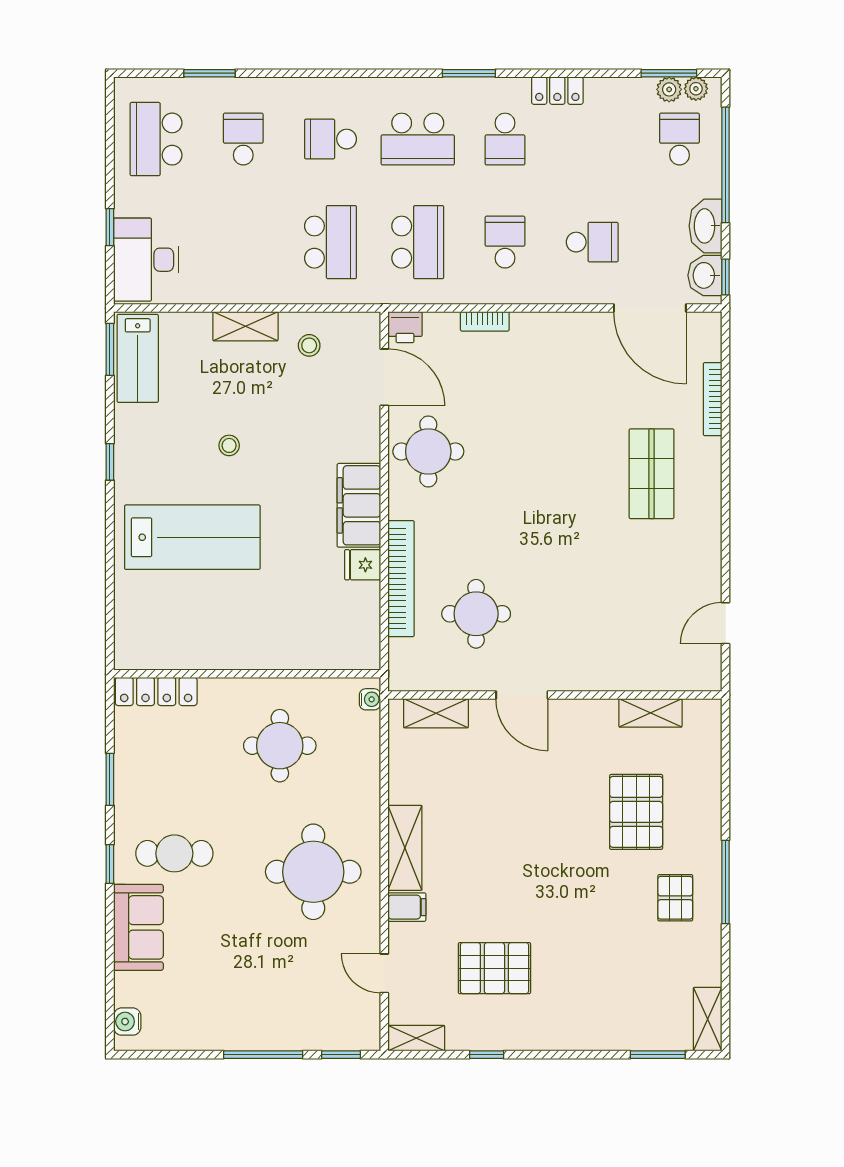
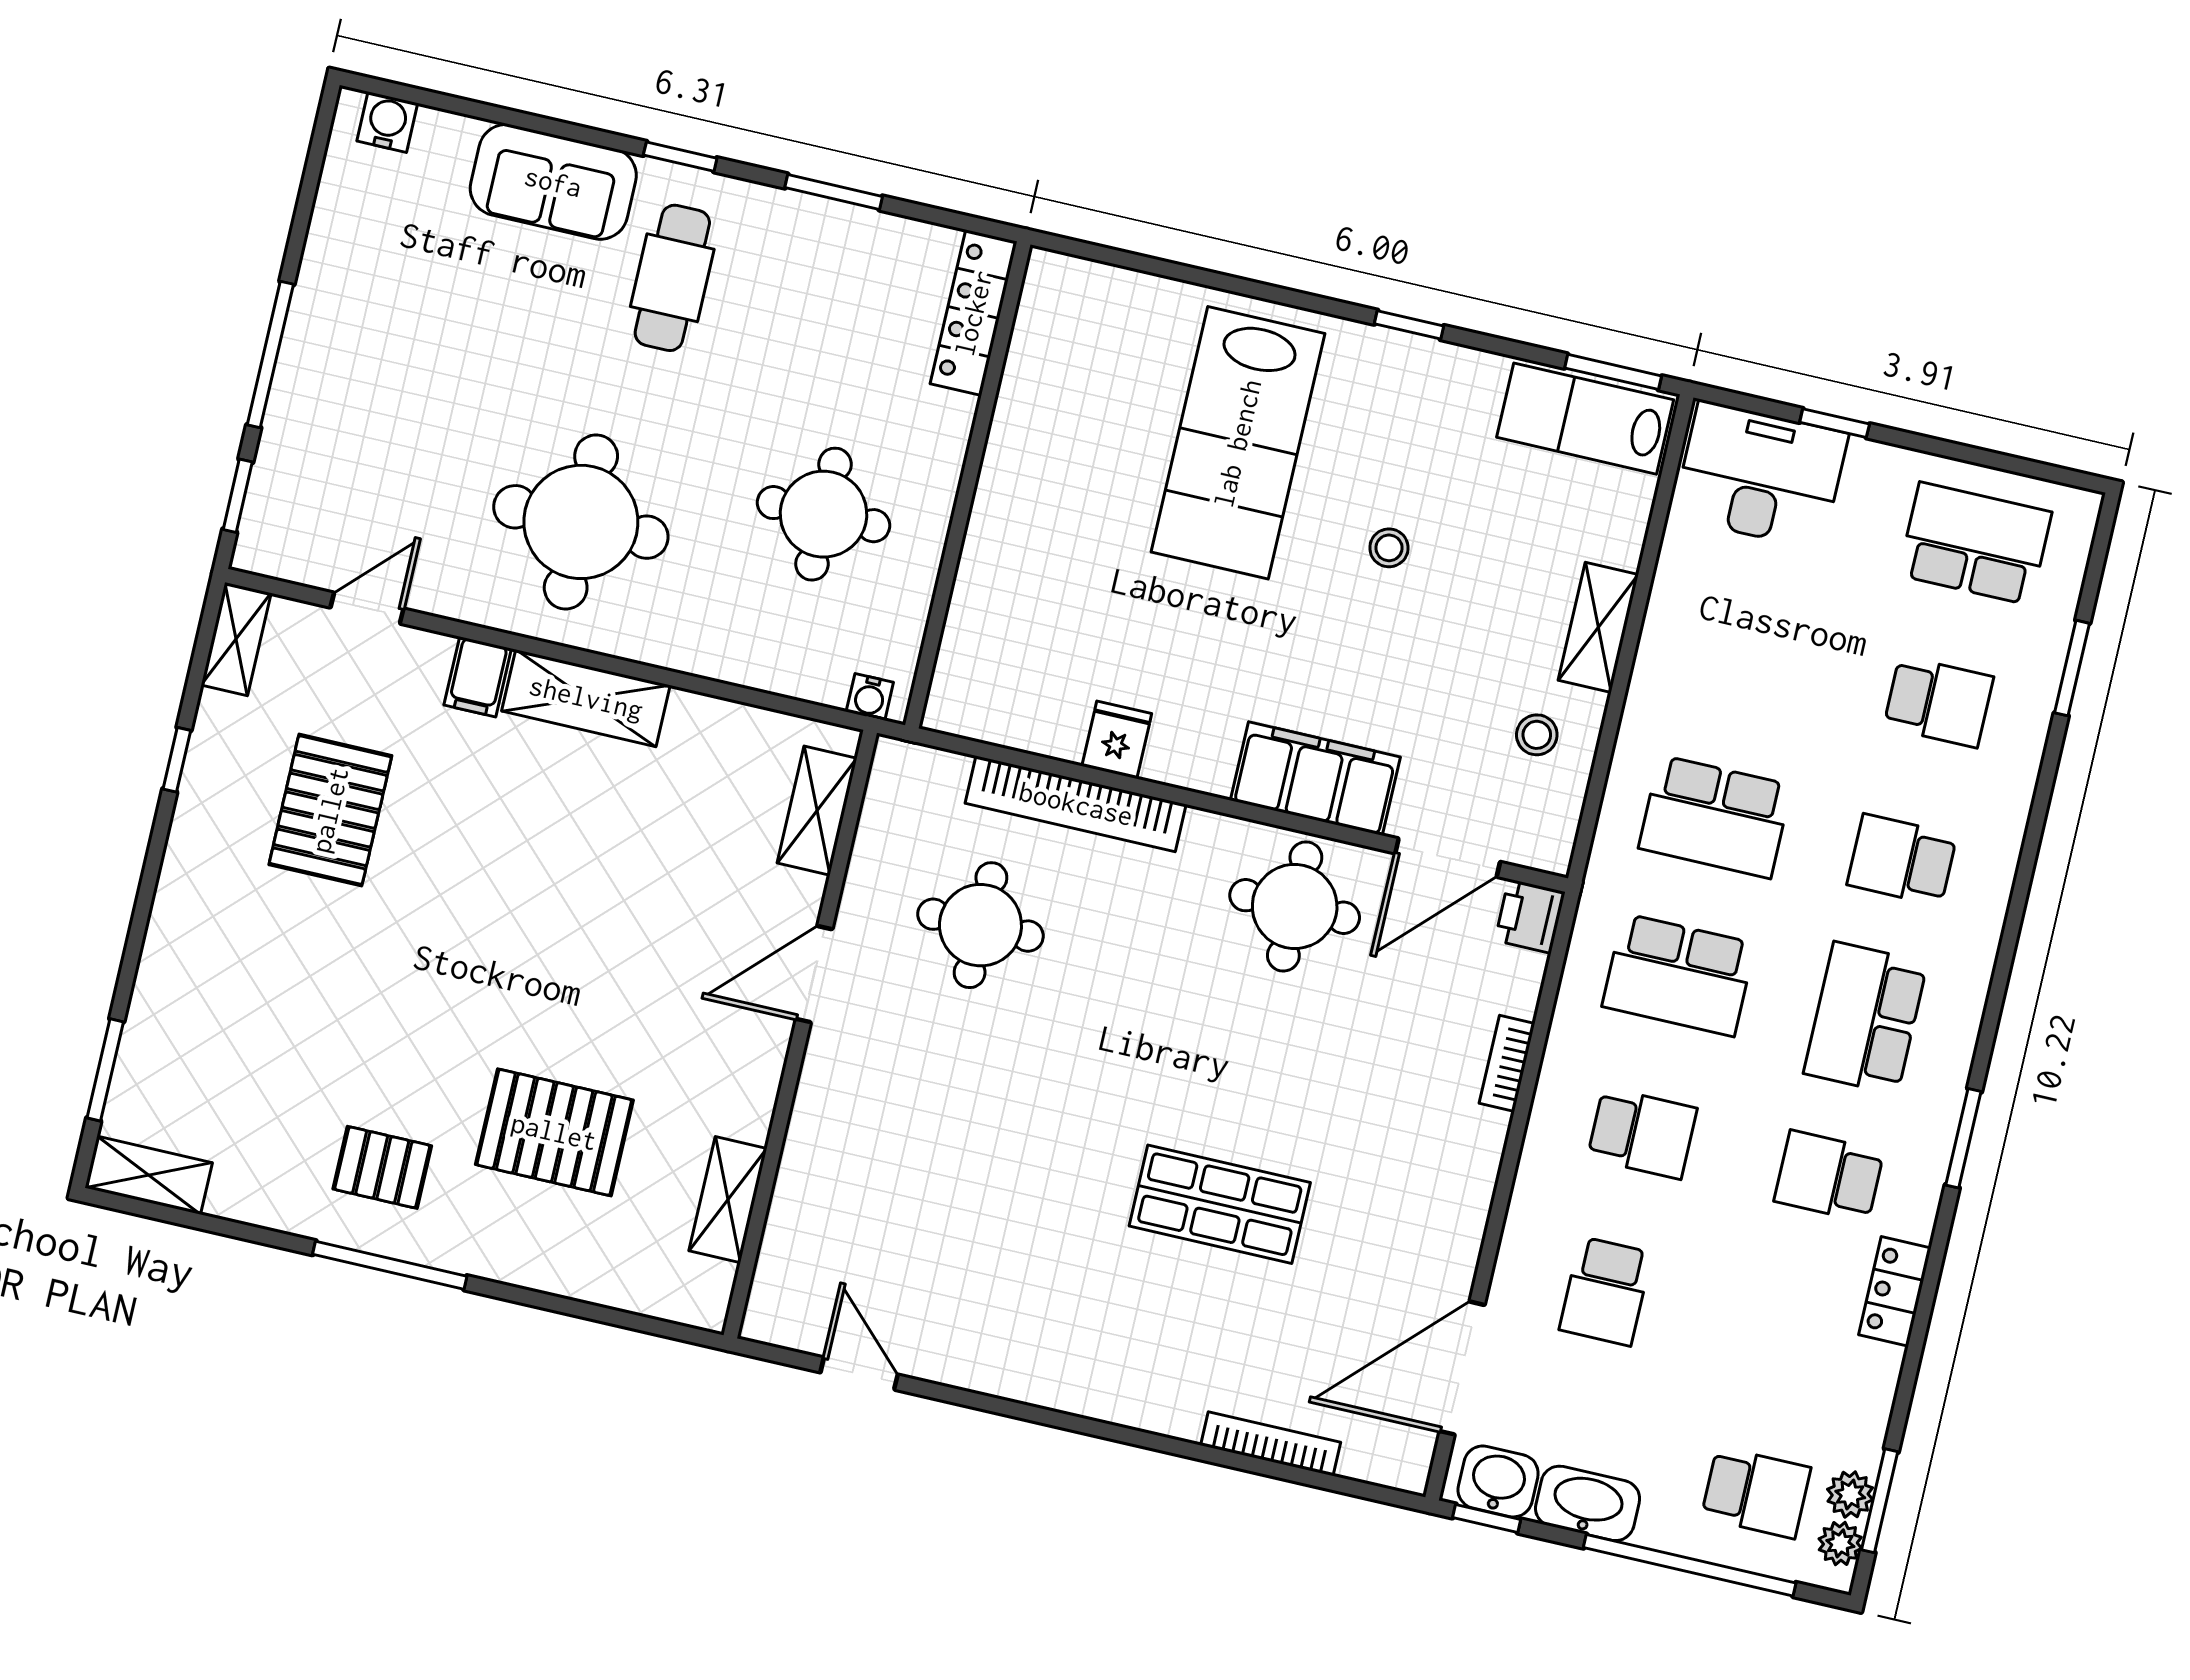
school desk: (331, 139) -> (1902, 860), turned -90
shop shelf: (652, 474) -> (1220, 1204), moved
filing cabinet: (359, 505) -> (1315, 779), moved

